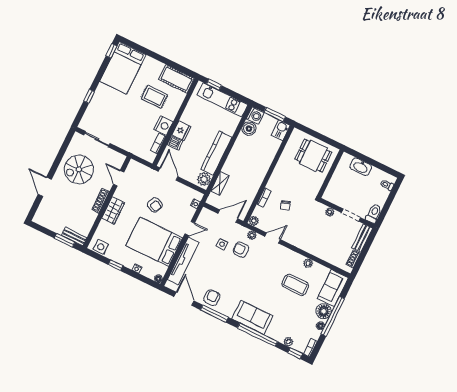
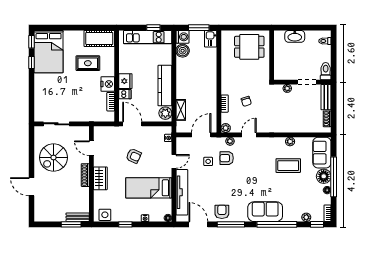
window: (214, 85) -> (153, 28), moved
window: (89, 96) -> (31, 62), moved
bed: (154, 242) -> (149, 188), width x0.67

